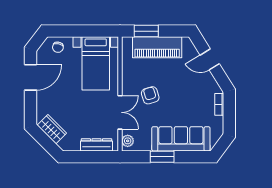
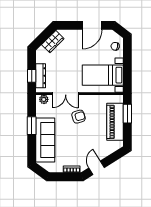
door: (210, 59) -> (97, 168), moved
door: (31, 77) -> (92, 25), hinge flipped
window: (97, 157) -> (32, 76), added

